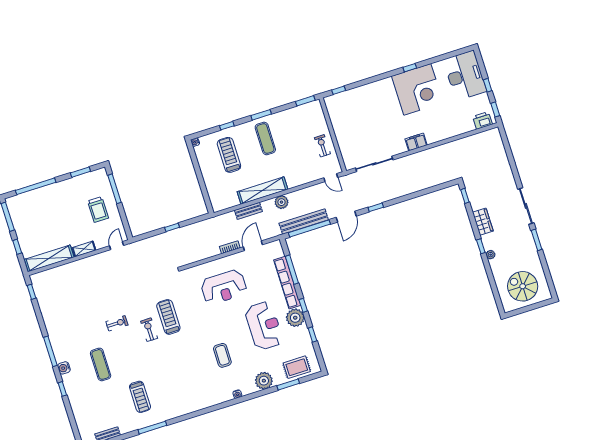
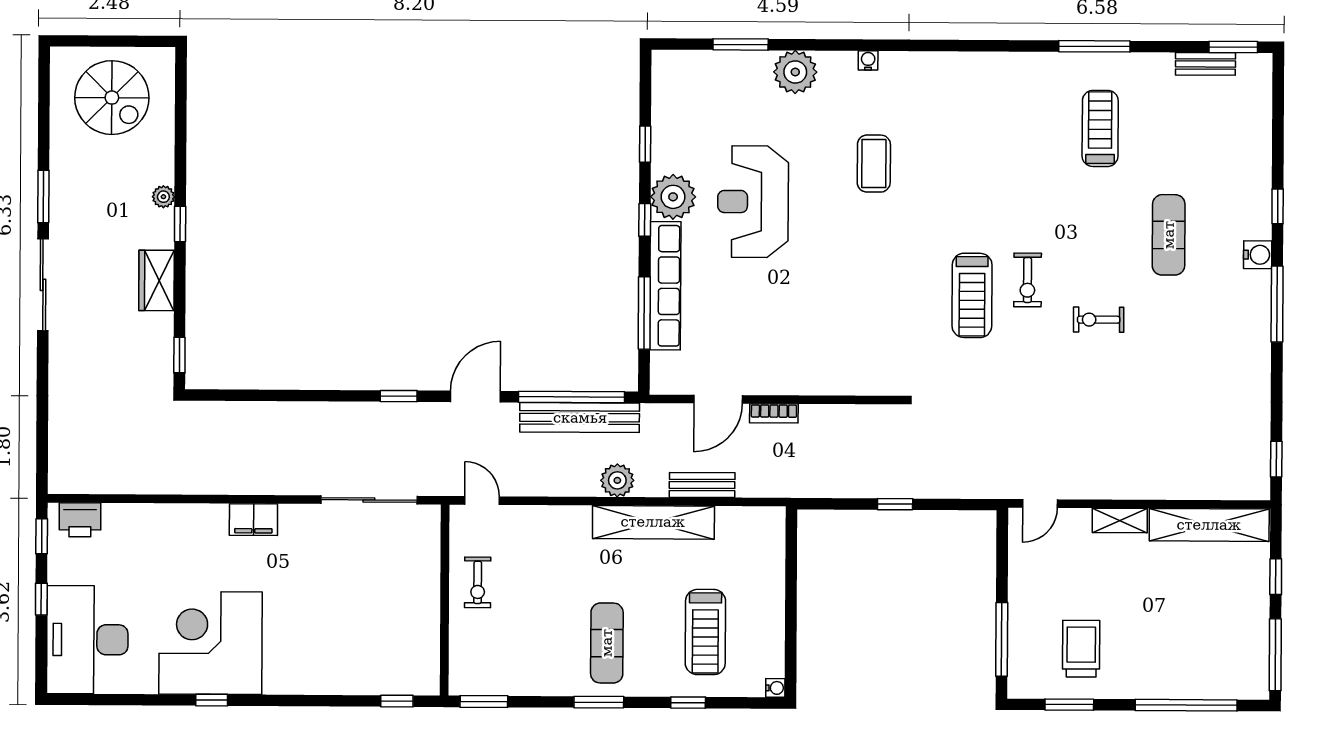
trolley: (98, 209) -> (1081, 649), moved
reception desk: (224, 287) -> (819, 324), removed
rug: (297, 367) -> (707, 79), removed

